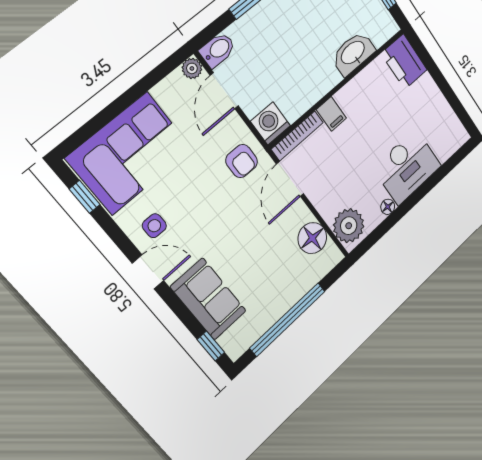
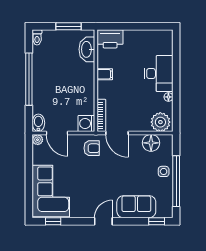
washbasin: (353, 53) -> (87, 49), moved
filing cabinet: (331, 114) -> (105, 74), moved
side table: (154, 226) -> (164, 171), moved

